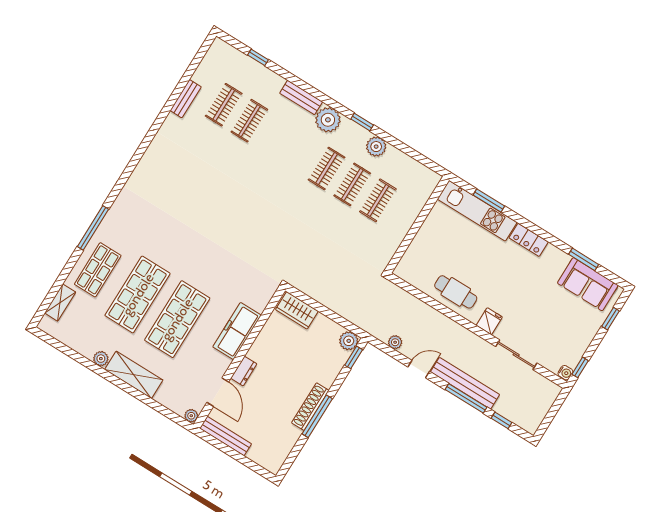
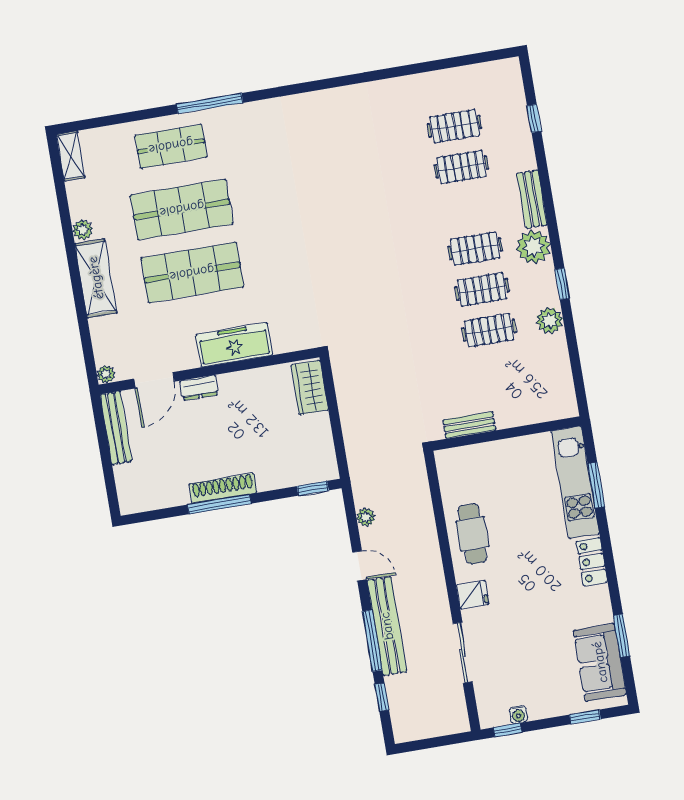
bench: (186, 99) -> (469, 425), moved
clothes rail: (378, 200) -> (475, 249), moved
shelving: (60, 303) -> (71, 156), moved, turned 90
plant: (349, 341) -> (325, 468), removed
water cooler: (565, 373) -> (518, 715), moved

